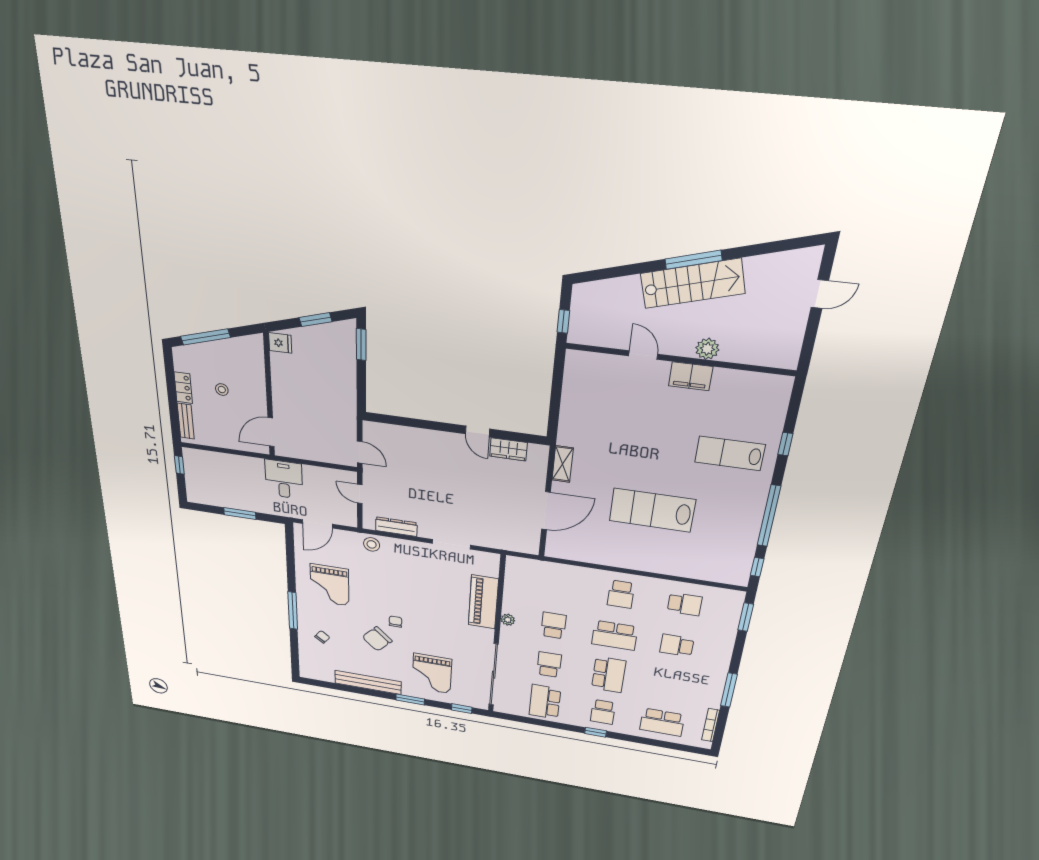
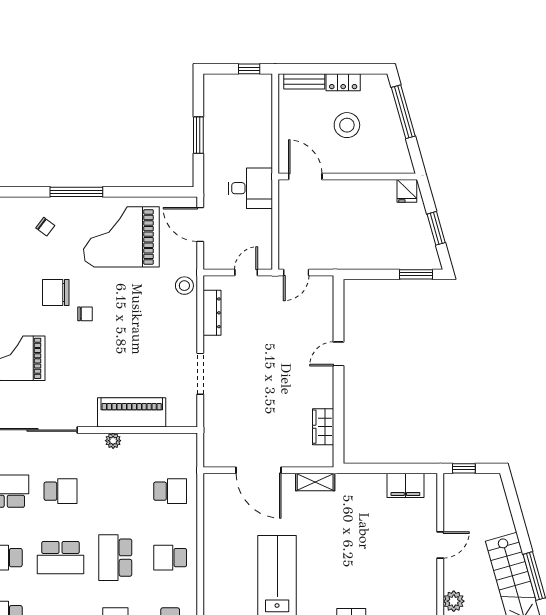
filing cabinet: (691, 376) -> (405, 485), moved, turned -90
stool: (222, 390) -> (347, 125), width x1.89, depth x1.89
door: (477, 431) -> (339, 354), moved
grand piano: (330, 585) -> (121, 237), width x1.37, depth x1.48
school desk: (554, 625) -> (170, 491), moved
chair: (377, 639) -> (56, 293), turned -43

